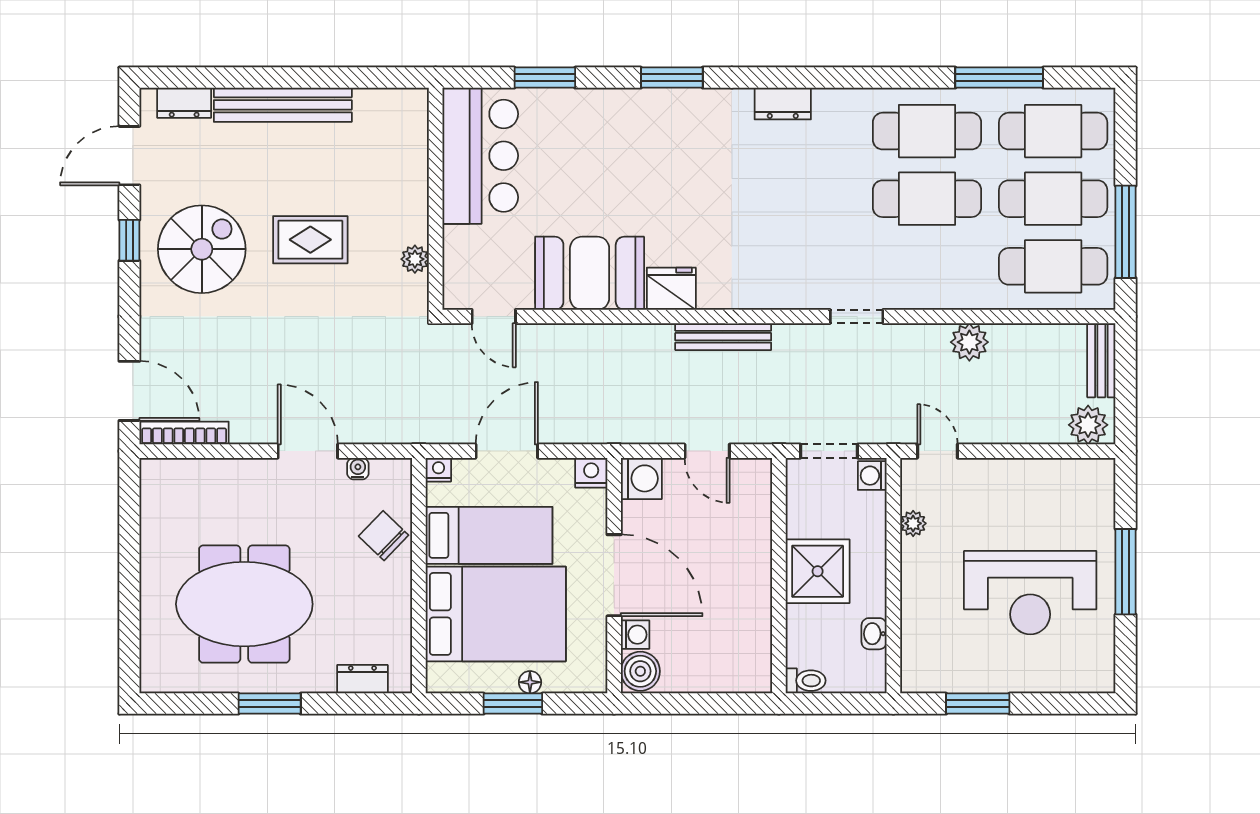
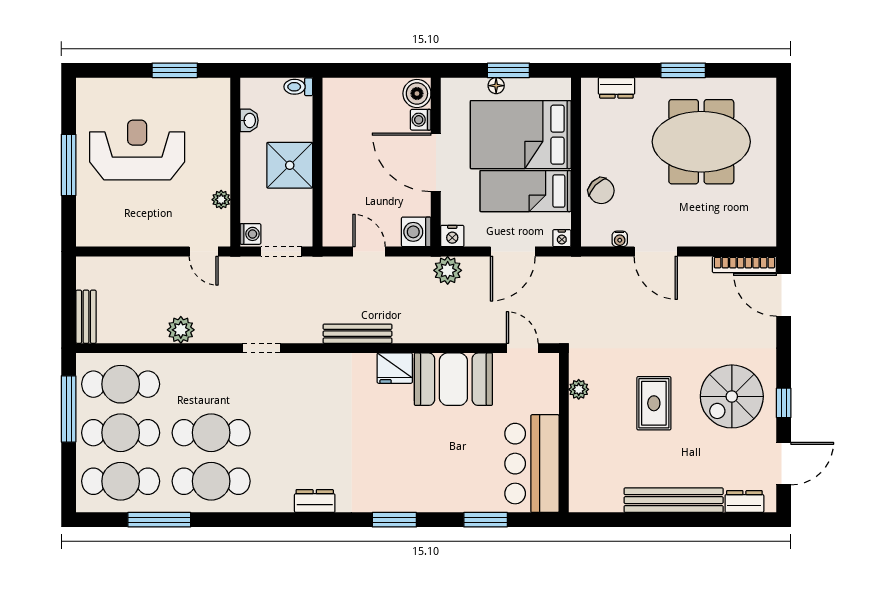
rug: (310, 240) -> (654, 403), turned 90
plant: (1088, 425) -> (448, 270), moved

